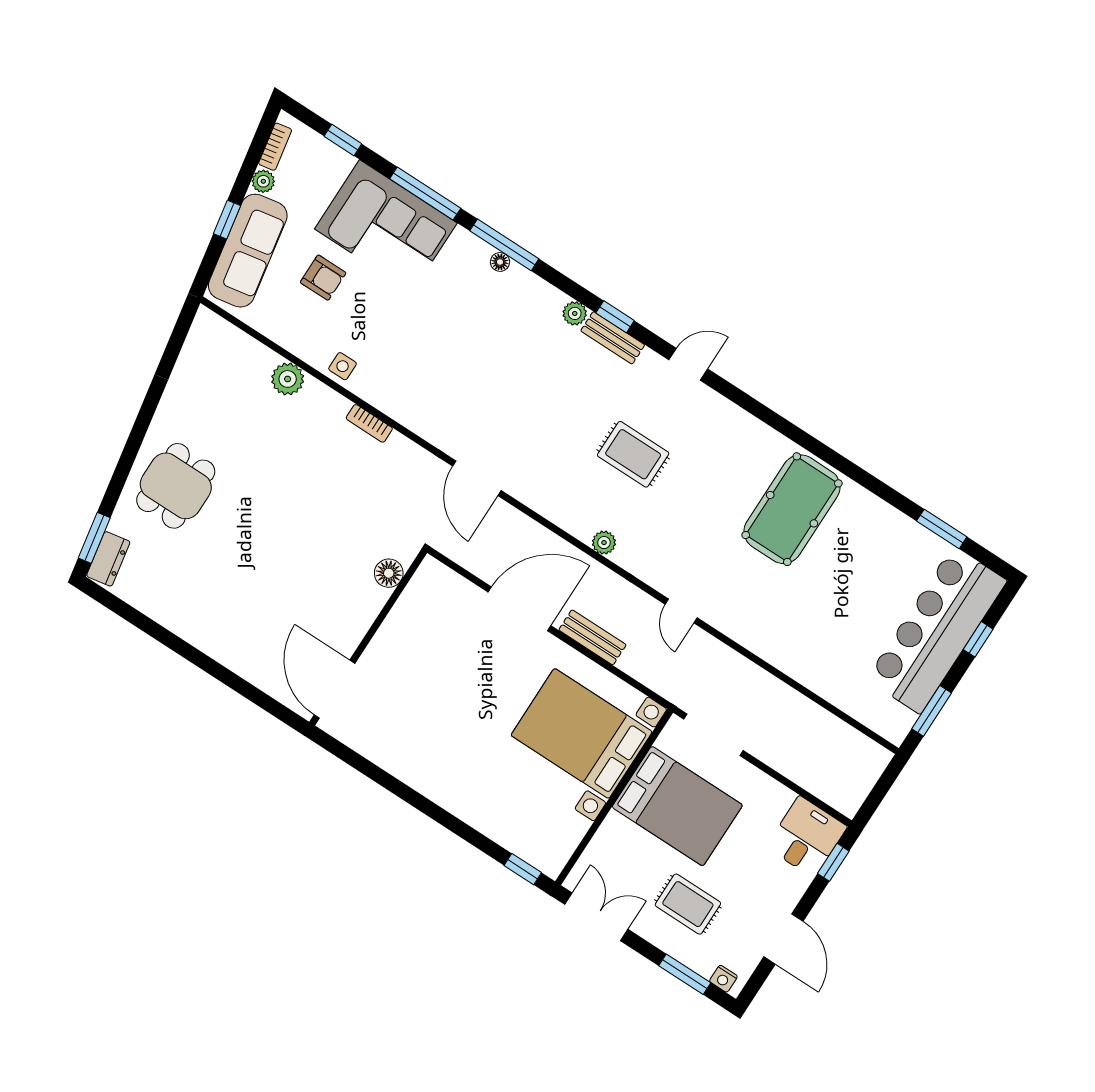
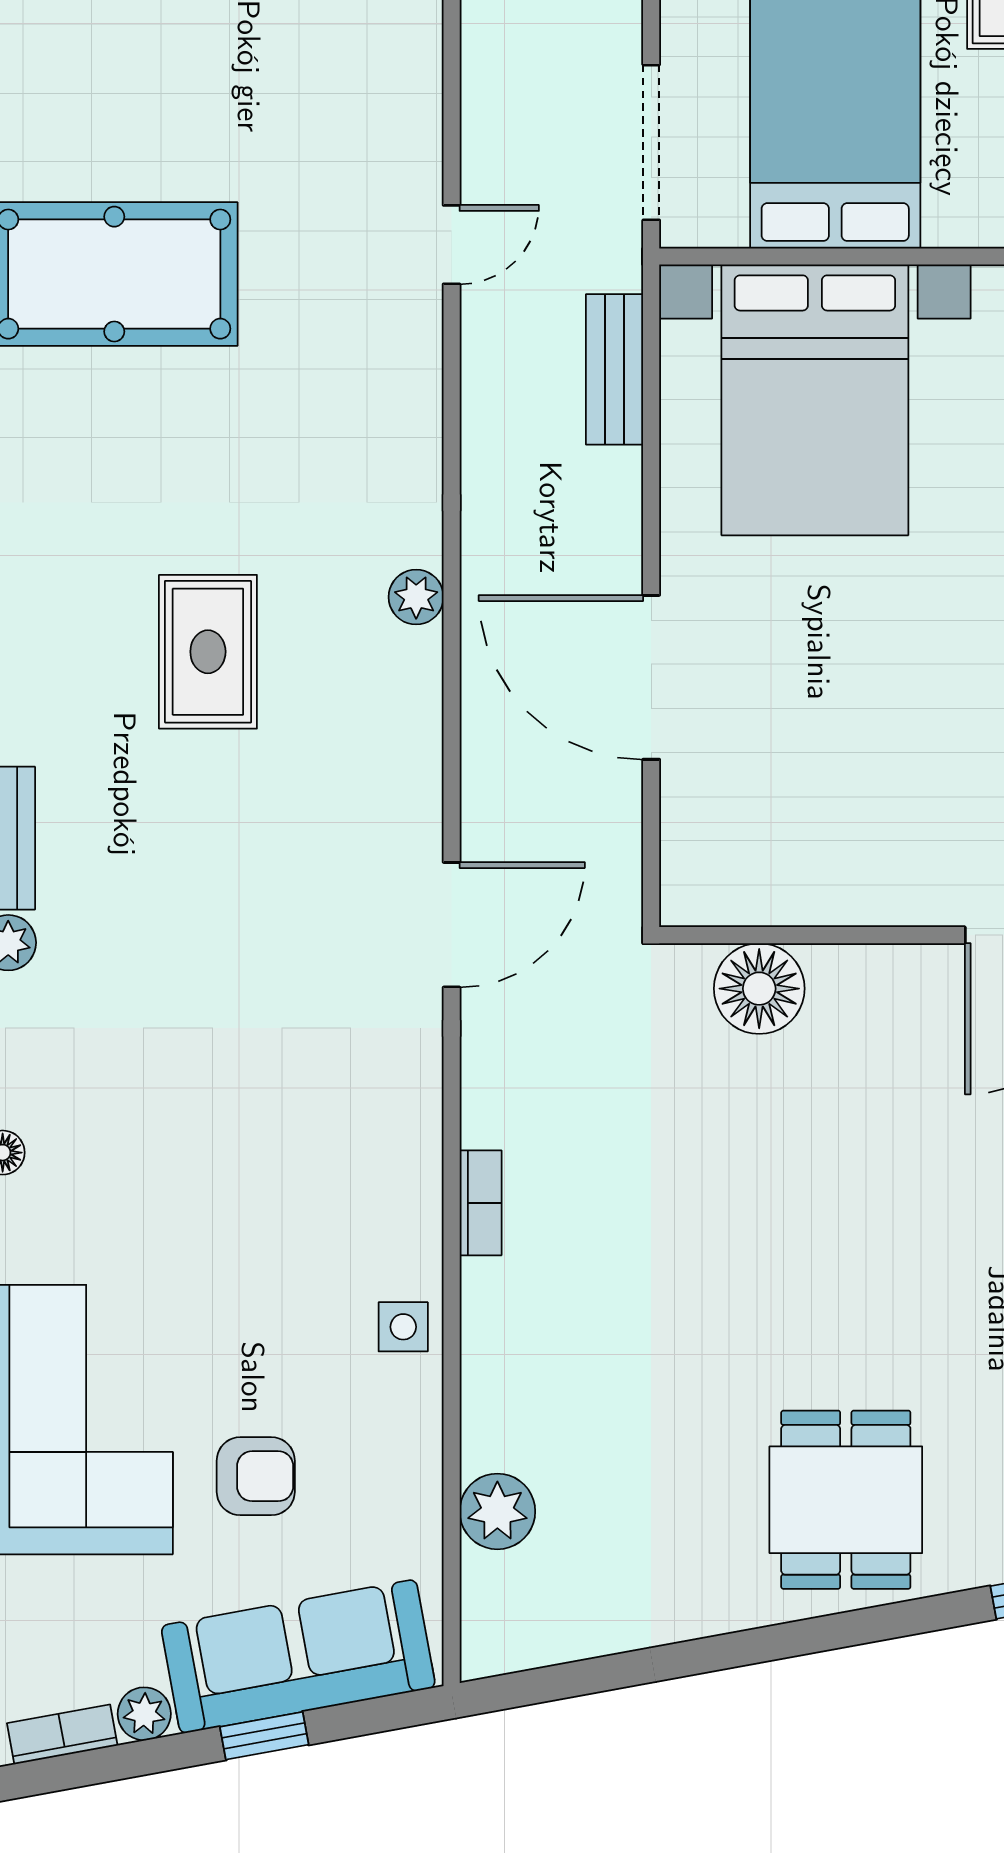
armchair: (323, 278) -> (256, 1476), turned 90
plant: (288, 379) -> (497, 1511), moved
dining table: (176, 486) -> (846, 1500), turned 90
floor lamp: (389, 573) -> (759, 989), width x1.38, depth x1.38
door: (681, 611) -> (452, 245), moved
bench: (592, 637) -> (614, 369), moved

